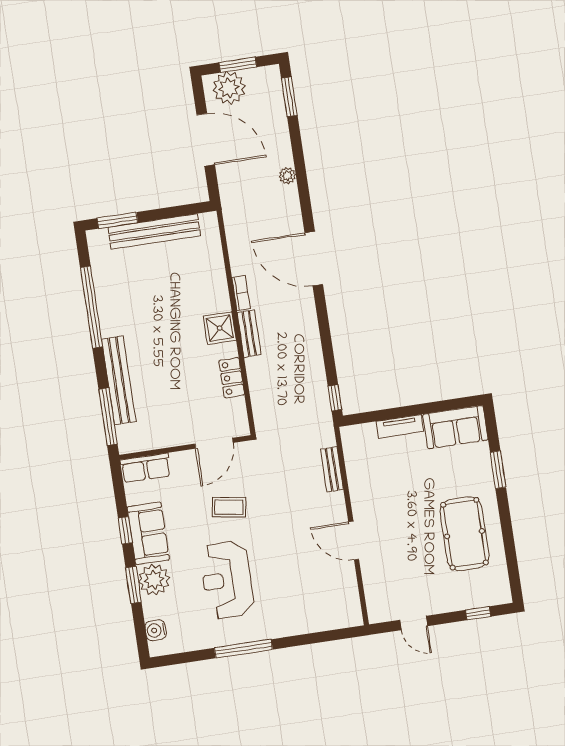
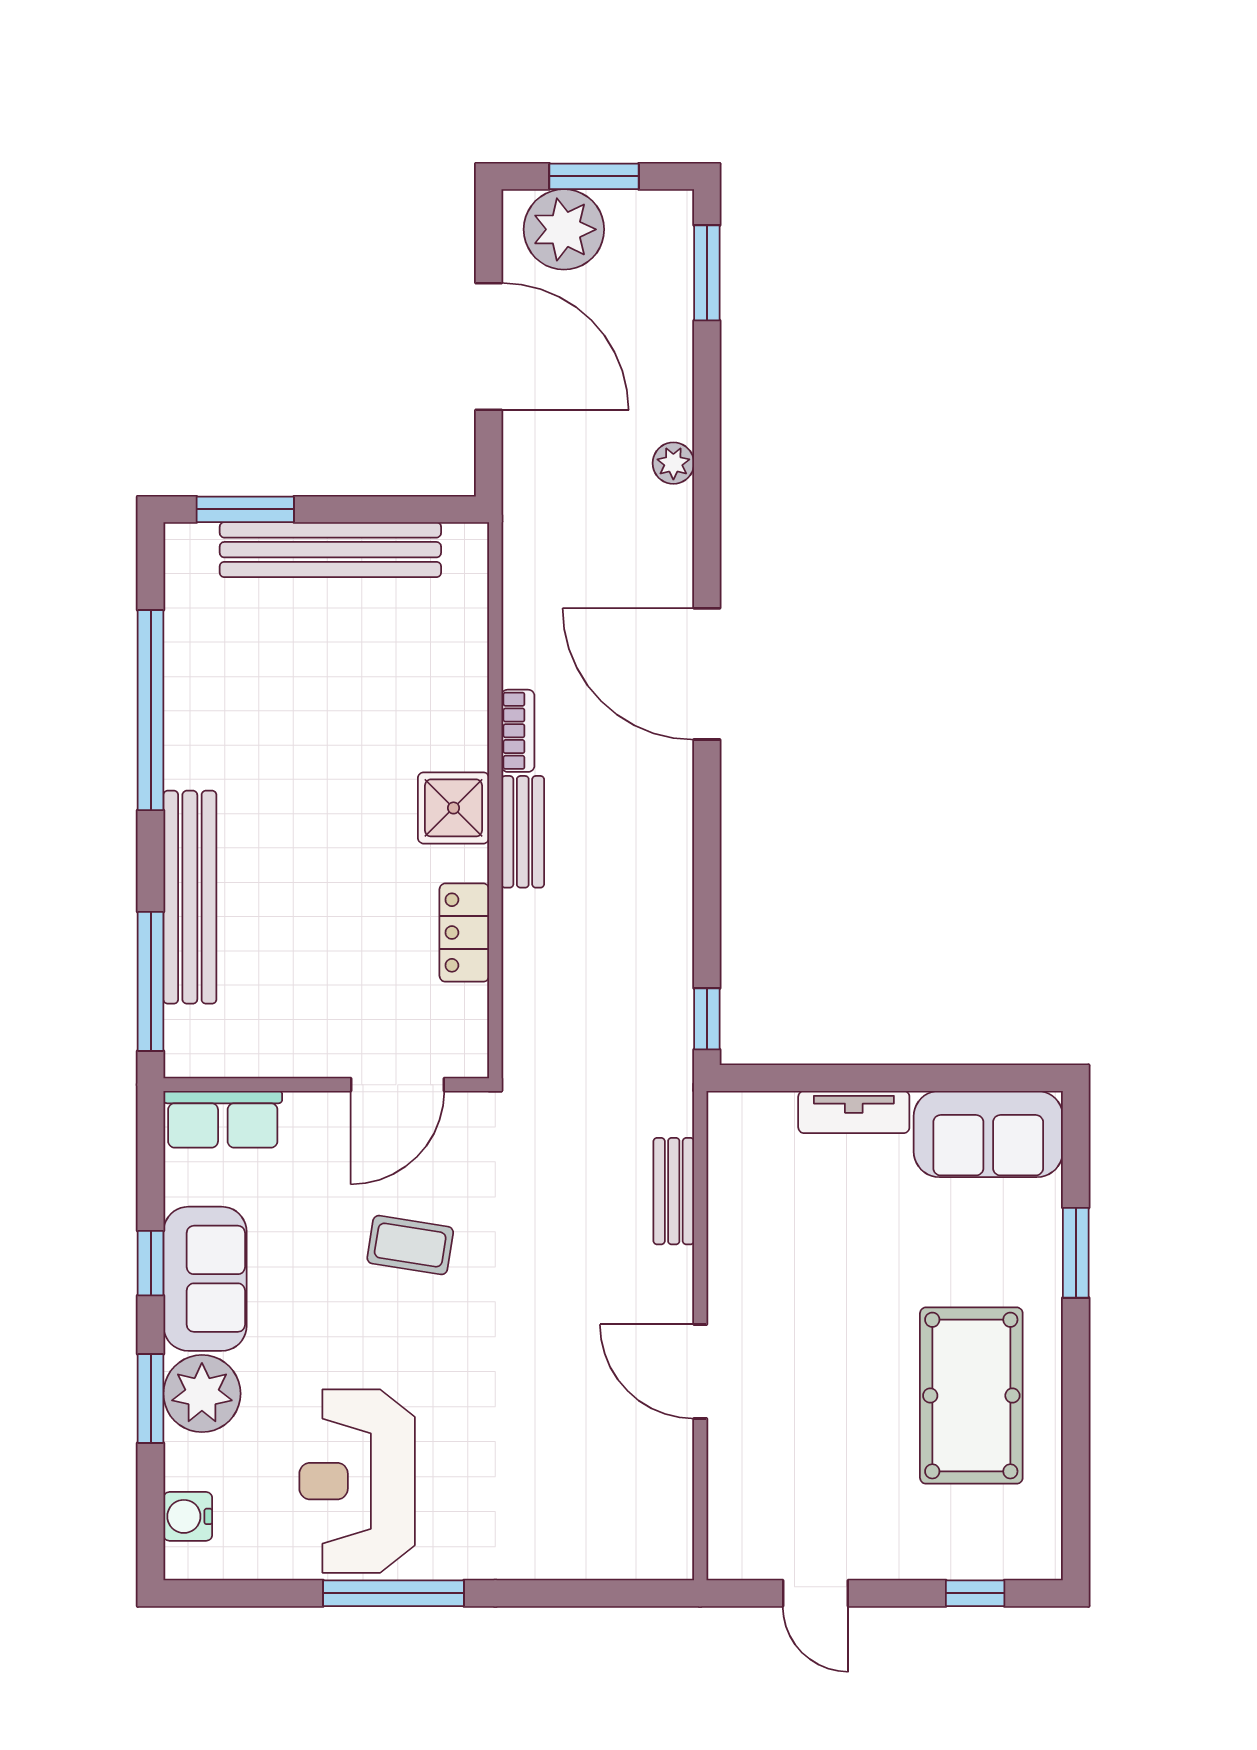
reception desk: (227, 580) -> (357, 1481), moved

